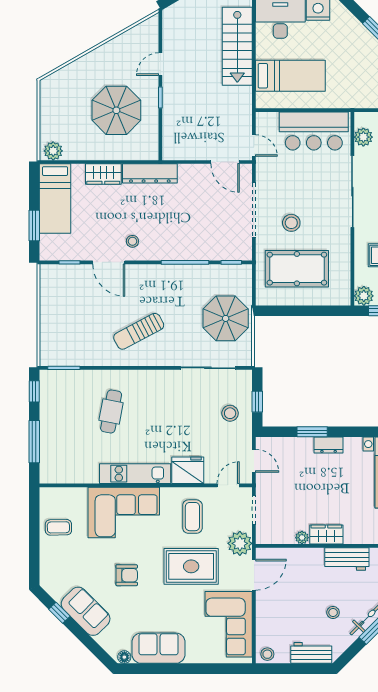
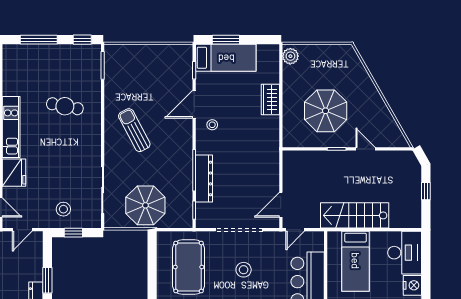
stairs: (237, 46) -> (355, 215), moved
dresser: (150, 173) -> (204, 178), moved, turned 180
bed: (55, 199) -> (226, 58), moved, turned 180
stool: (291, 223) -> (244, 270), moved

